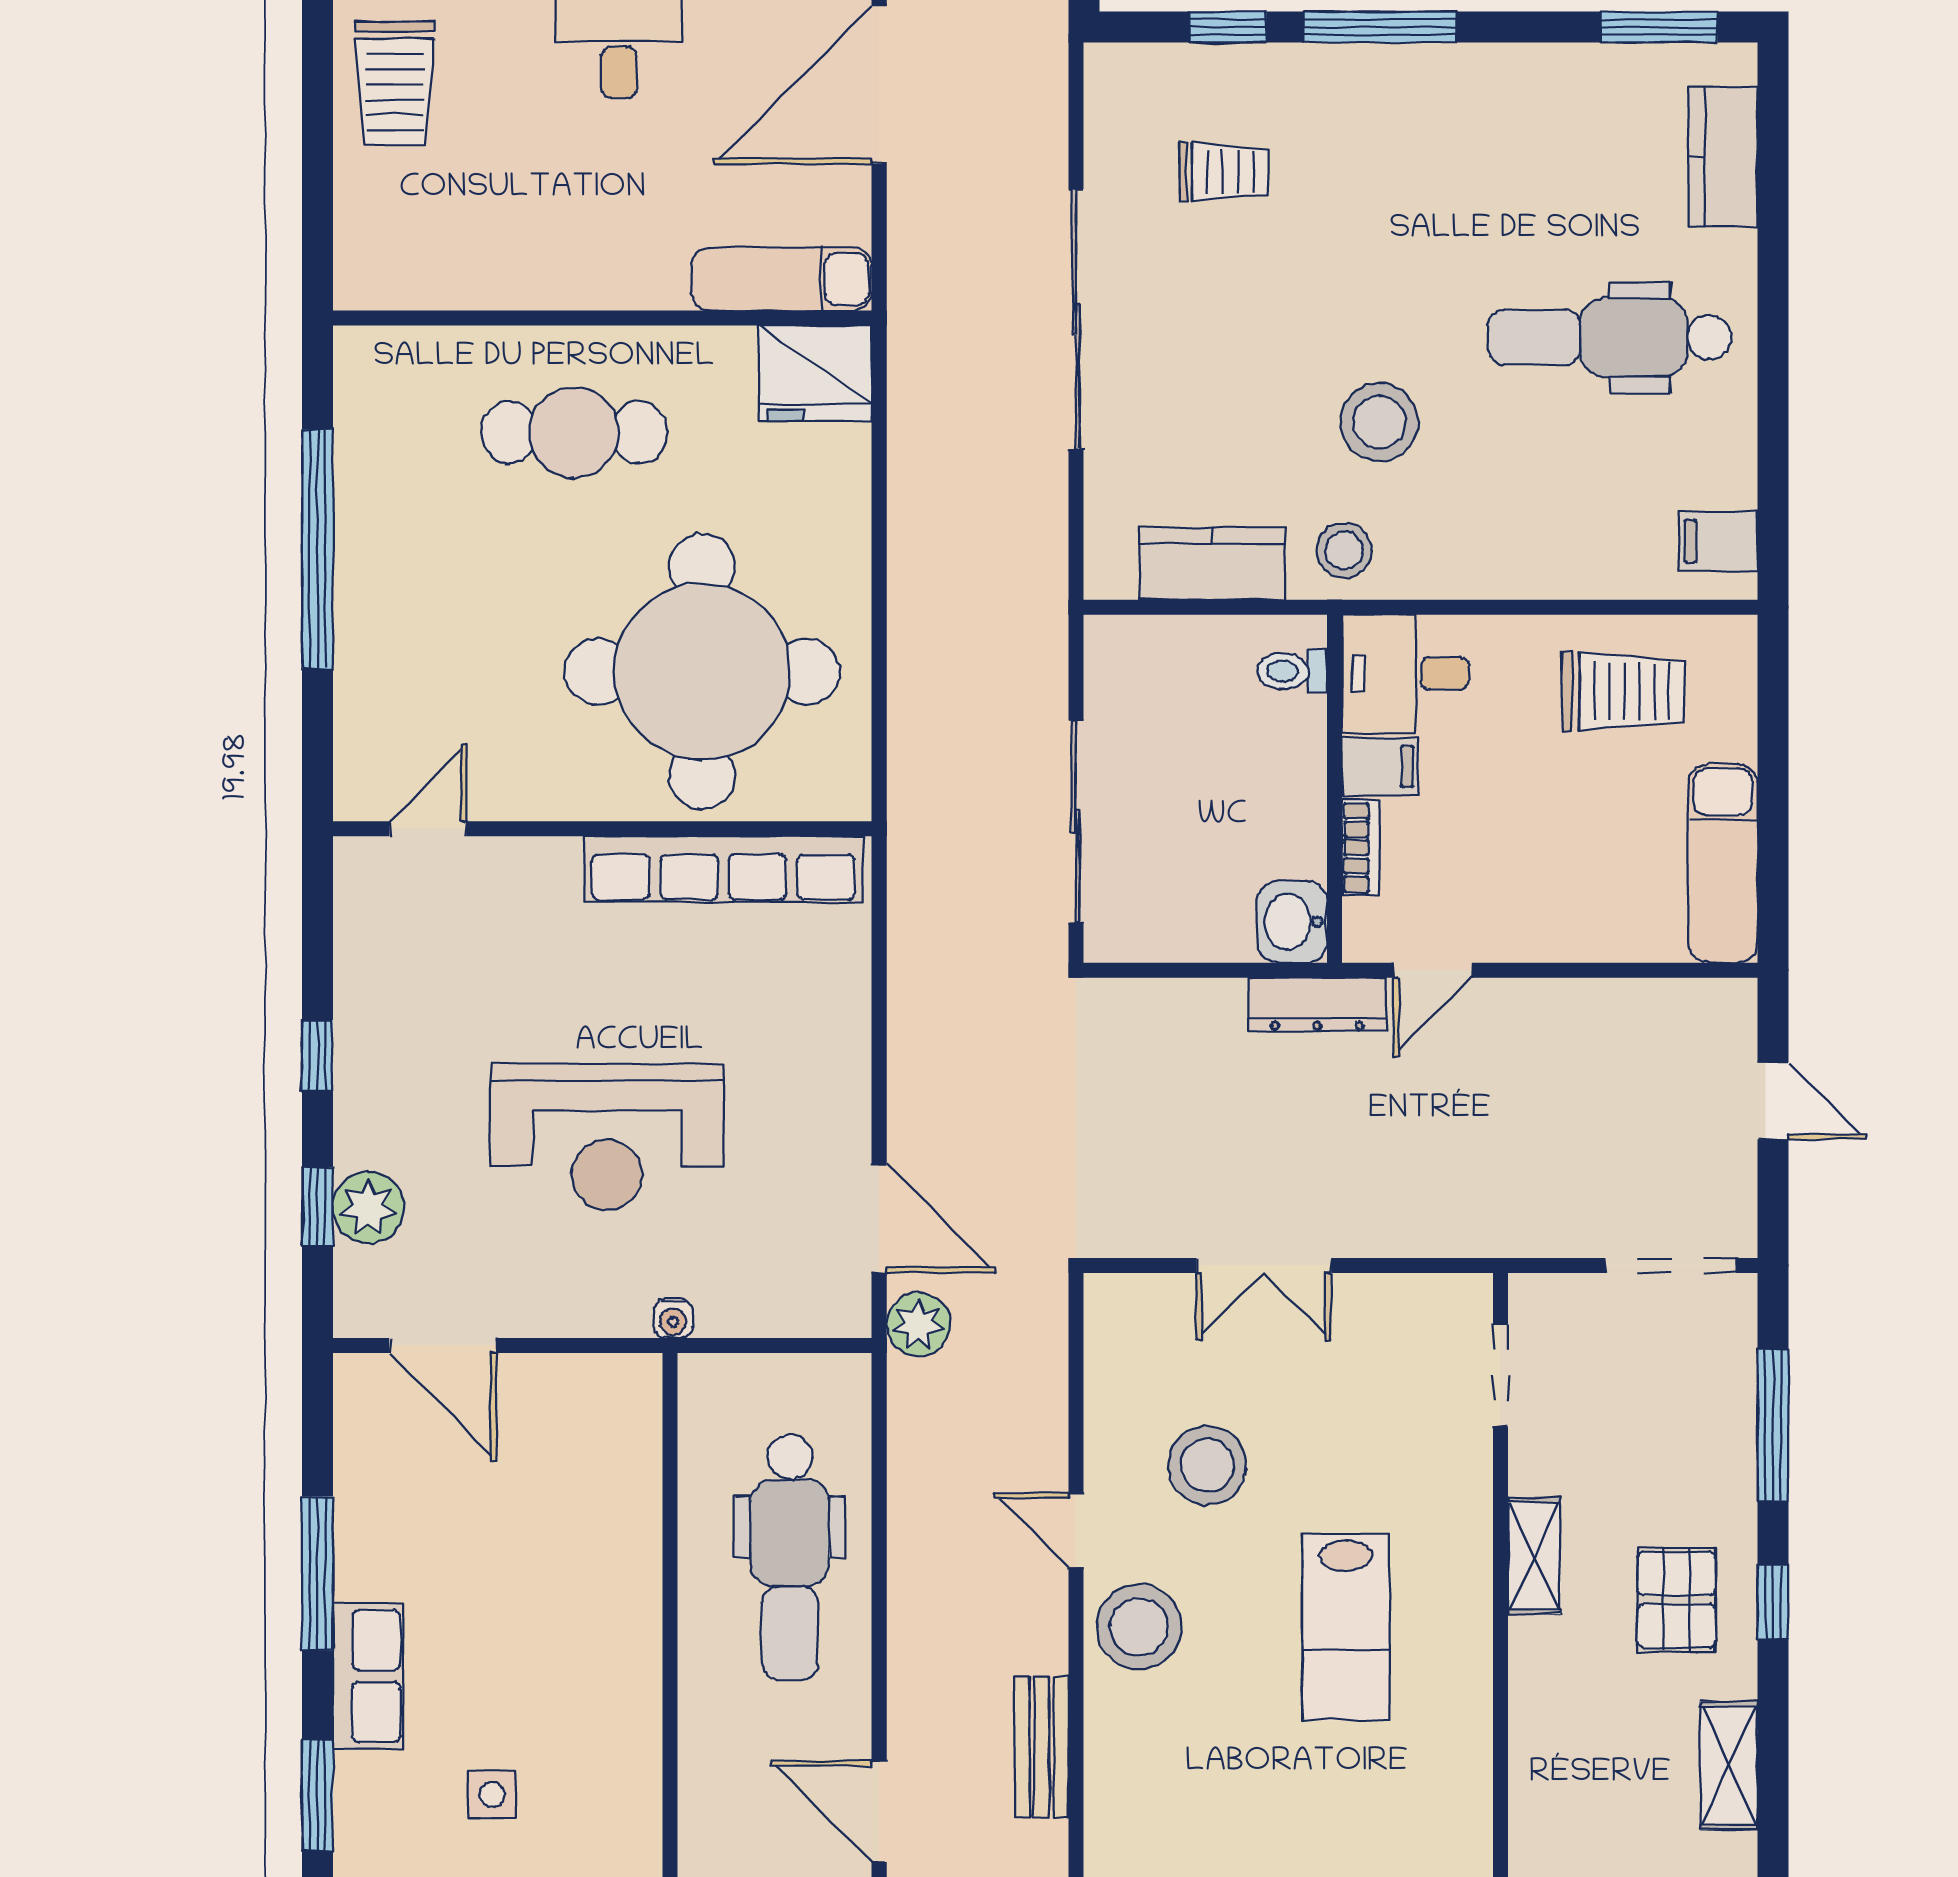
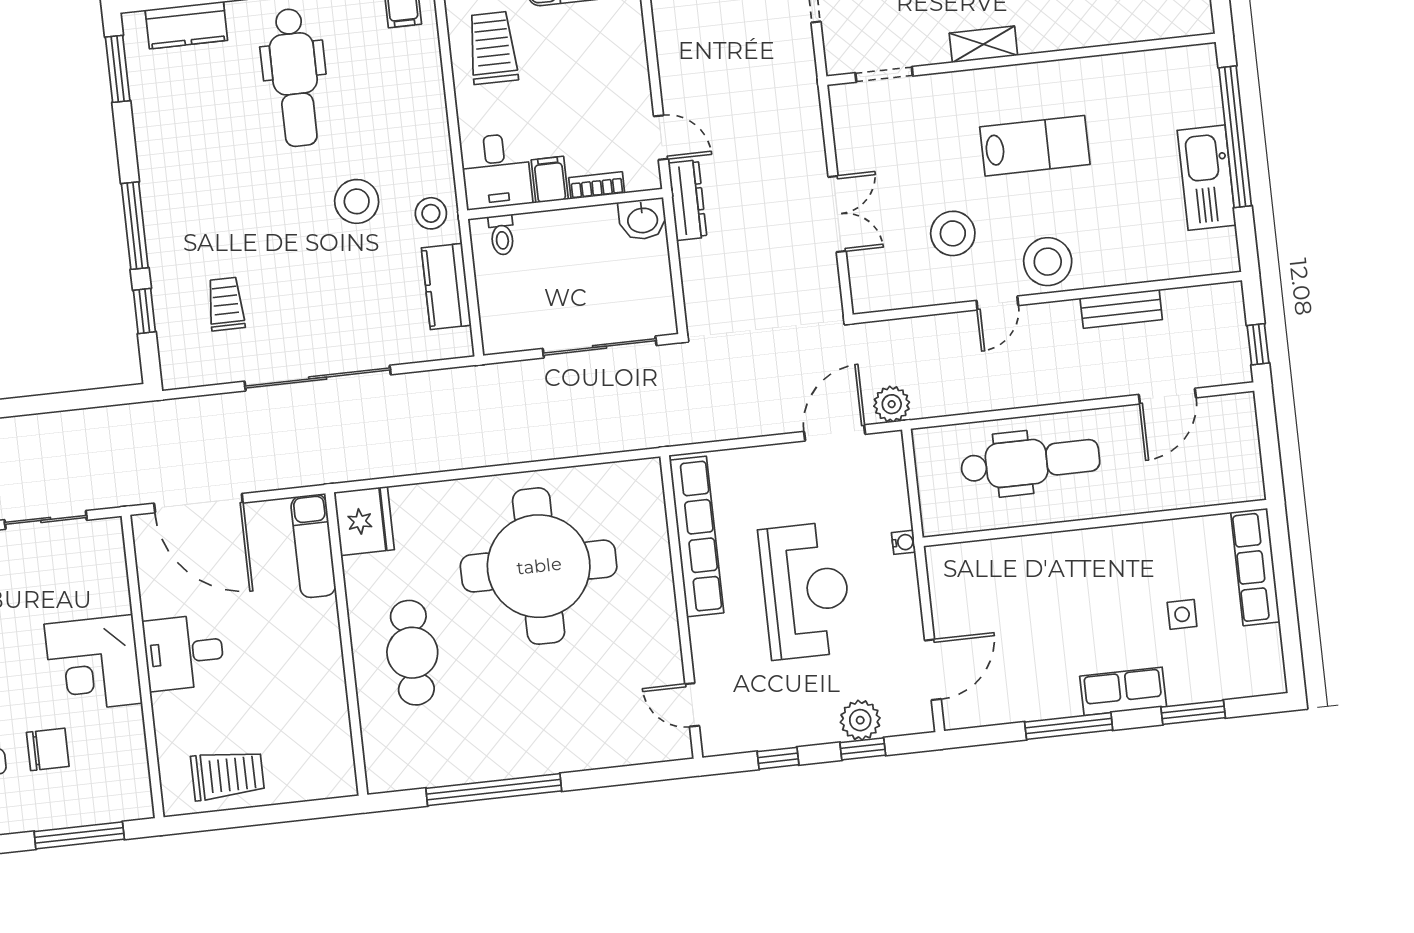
door: (428, 829) -> (692, 705), moved
wall: (602, 829) -> (681, 607), moved
row of seats: (723, 869) -> (697, 537), moved

